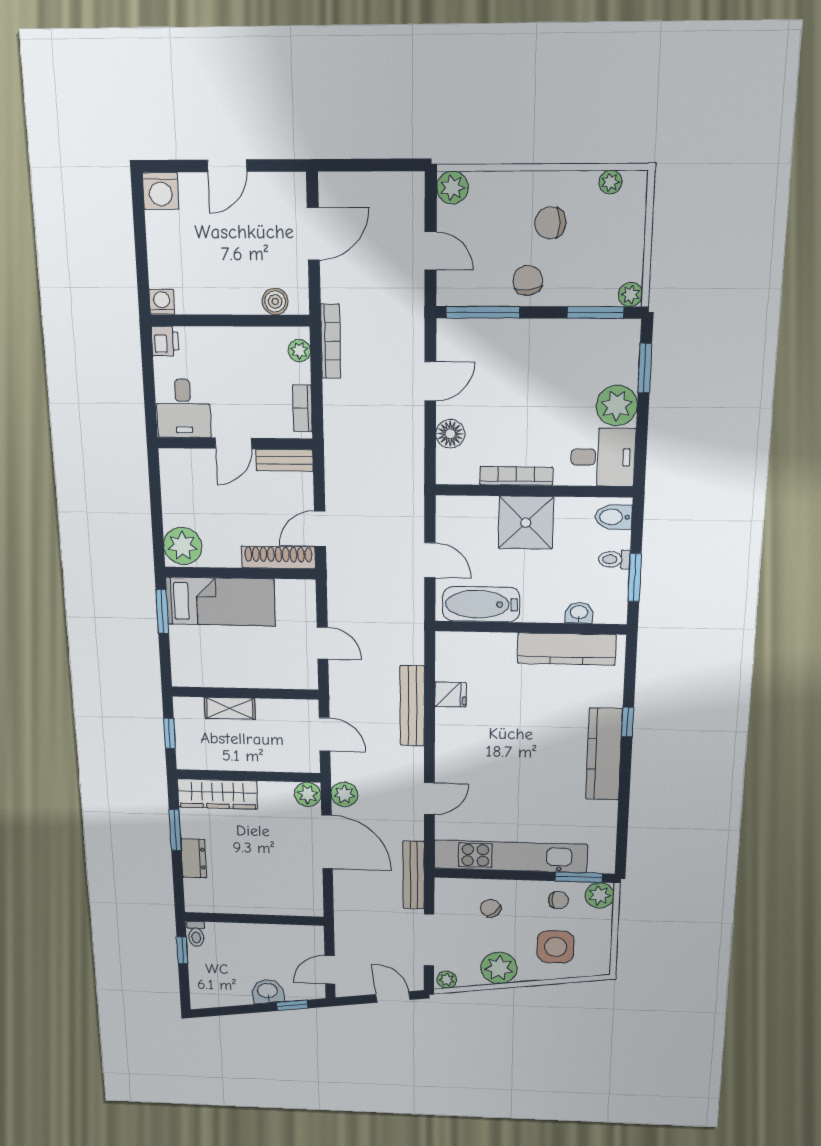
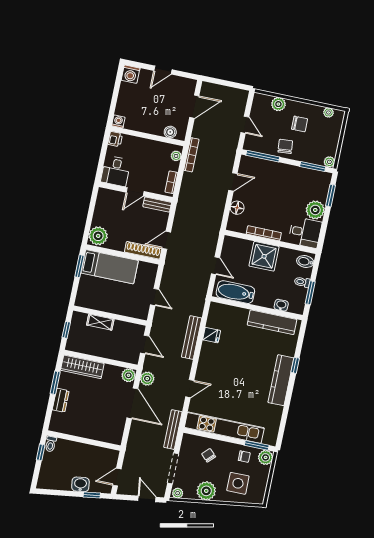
plant: (452, 188) -> (278, 104), moved
chair: (550, 223) -> (300, 124), turned 180

